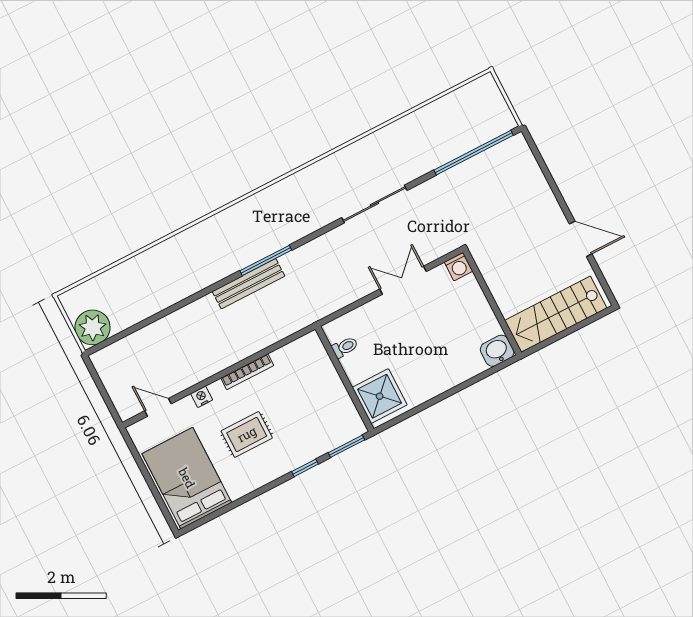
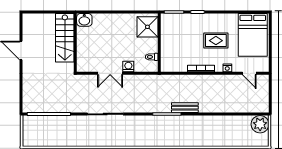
washing machine: (458, 267) -> (128, 67), moved
bench: (248, 284) -> (185, 108), width x0.73
stairs: (556, 314) -> (65, 38), moved, turned 90

